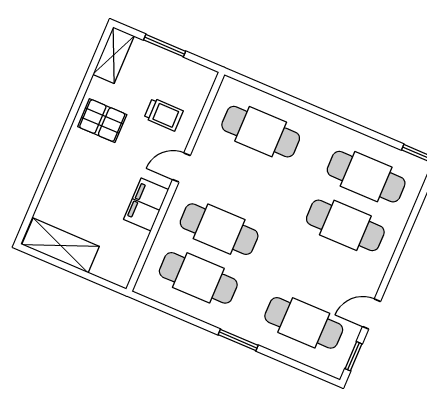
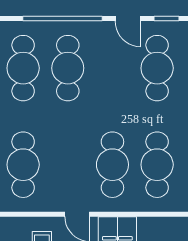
window: (402, 243) -> (63, 19), added

